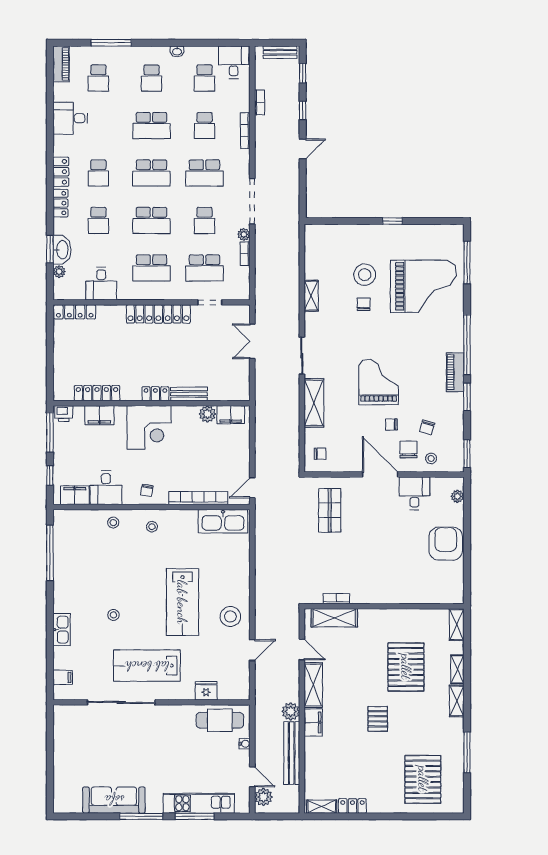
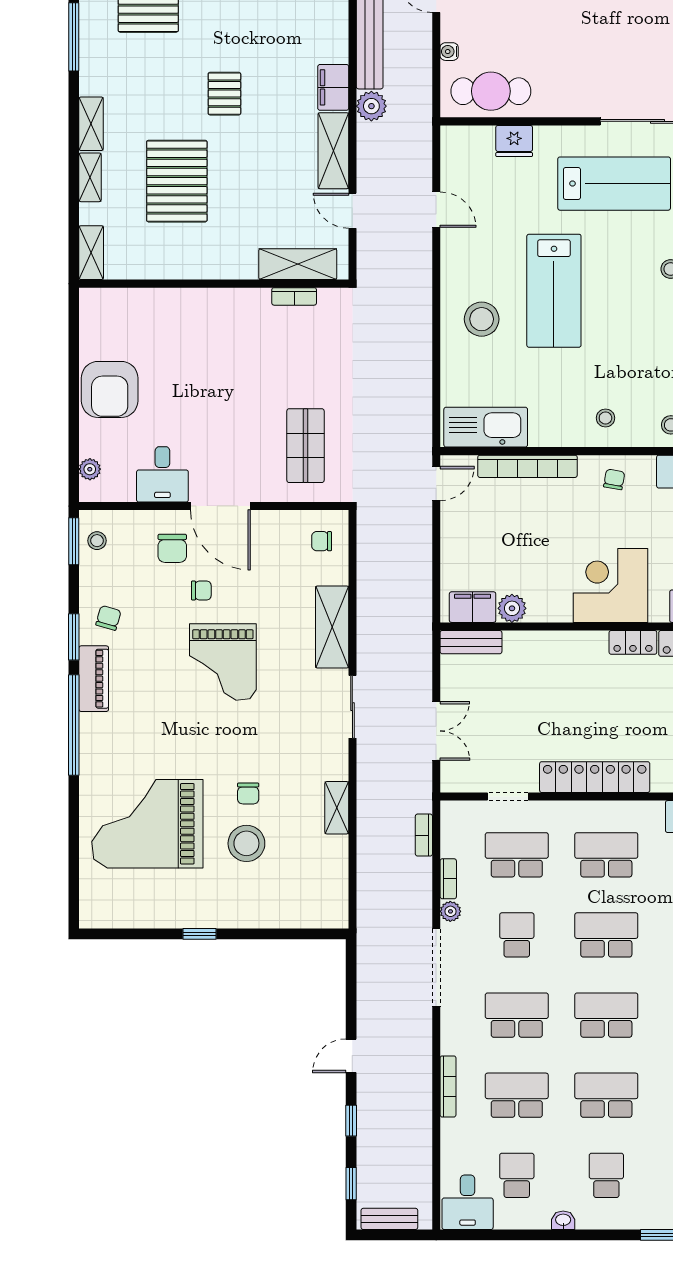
bookcase: (260, 102) -> (424, 835), moved
school desk: (205, 125) -> (517, 1095), width x1.85
window: (467, 262) -> (74, 864), removed
locker: (155, 394) -> (633, 642), moved
bench: (189, 394) -> (471, 642), moved
chair: (427, 427) -> (108, 618), moved
stool: (431, 458) -> (97, 541), moved
lab bench: (182, 602) -> (554, 291), turned 180
stool: (230, 616) -> (482, 319), moved
door: (252, 650) -> (436, 210), swing flipped

